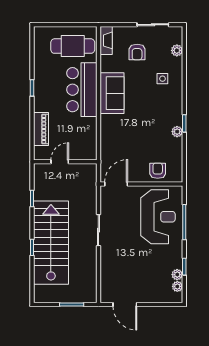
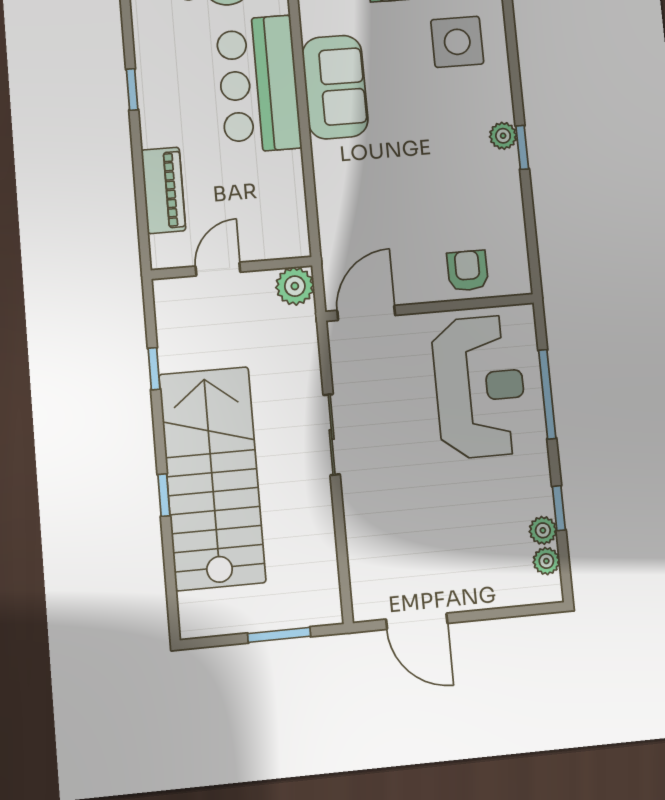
side table: (162, 79) -> (457, 42), width x1.87, depth x1.87
plant: (177, 132) -> (503, 136), moved
plant: (89, 171) -> (295, 286), added

